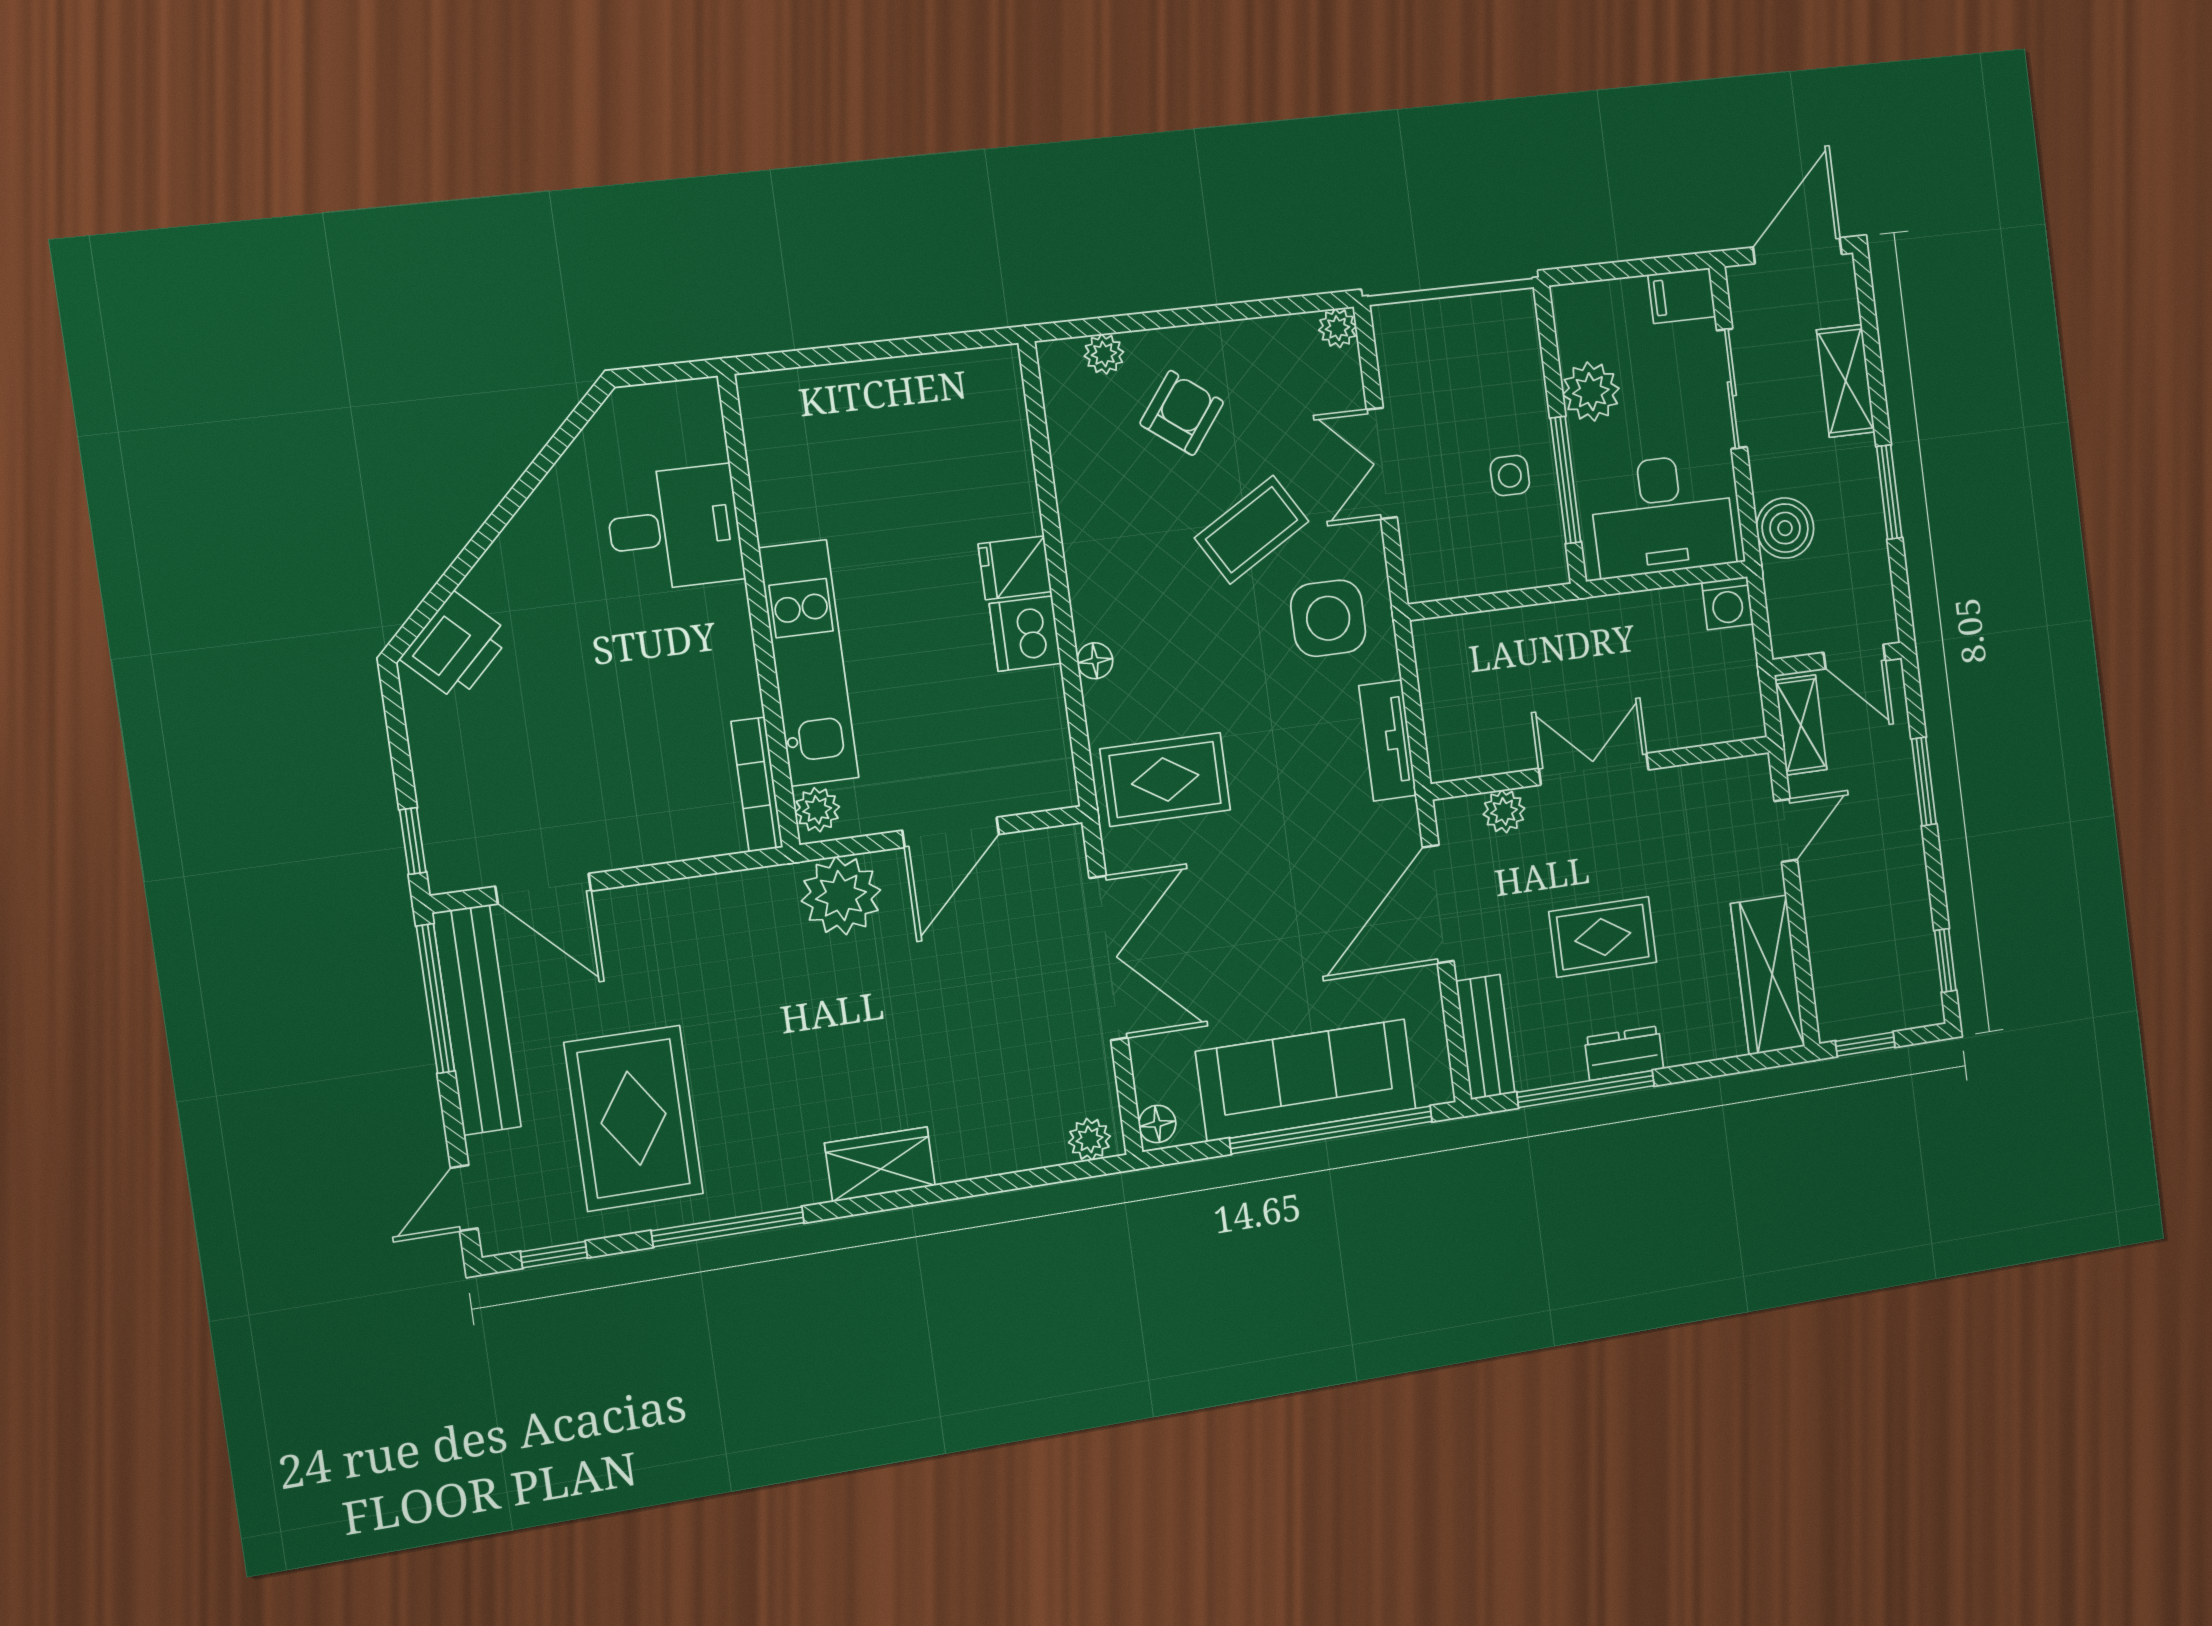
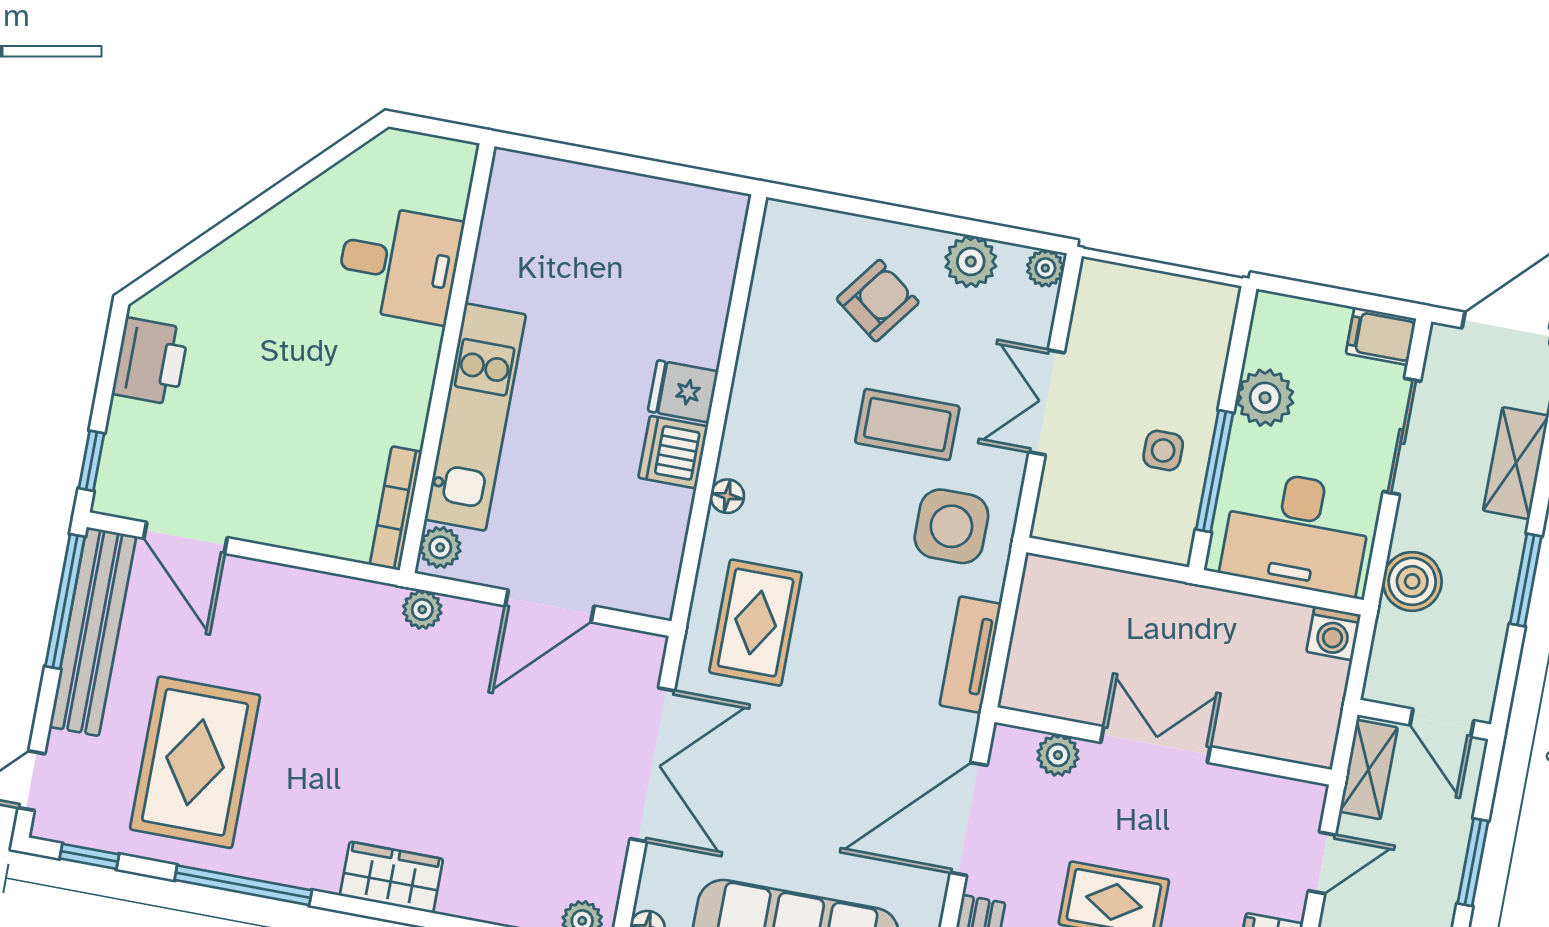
plant: (1104, 354) -> (971, 262), moved, width x1.38, depth x1.38
coffee table: (1252, 530) -> (907, 425), turned 31
printer: (456, 647) -> (150, 361), moved, turned -45
rug: (1165, 779) -> (756, 623), turned 90
plant: (841, 896) -> (422, 610), width x0.53, depth x0.53

